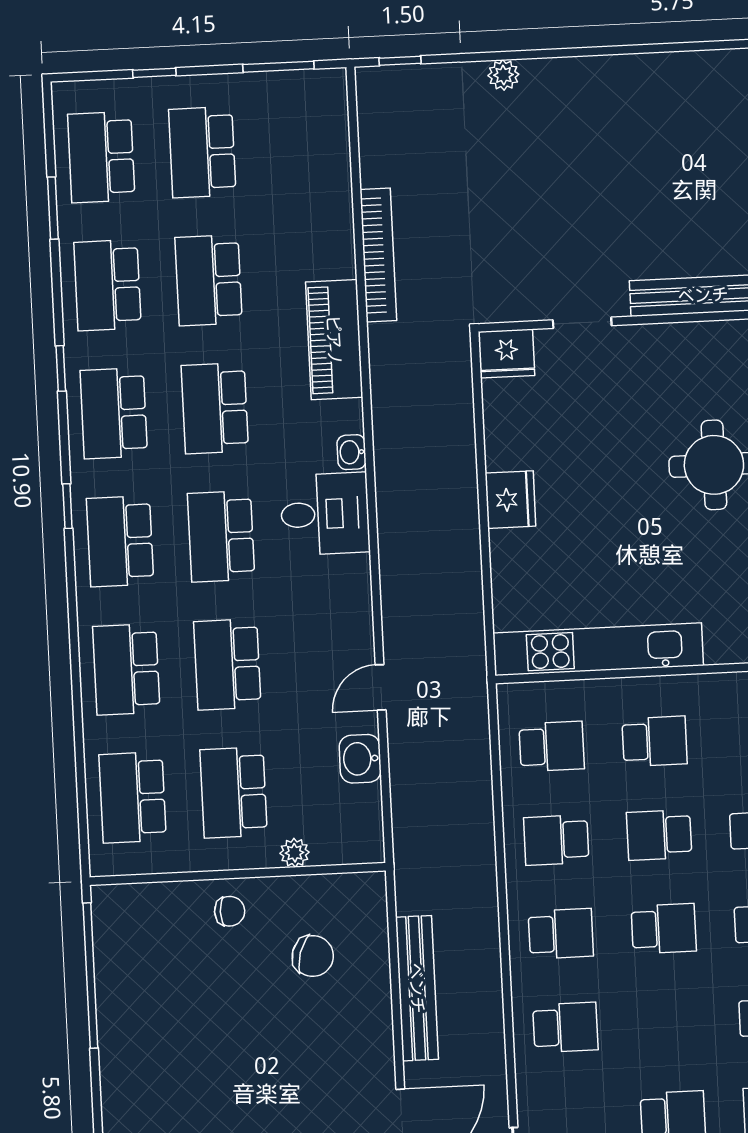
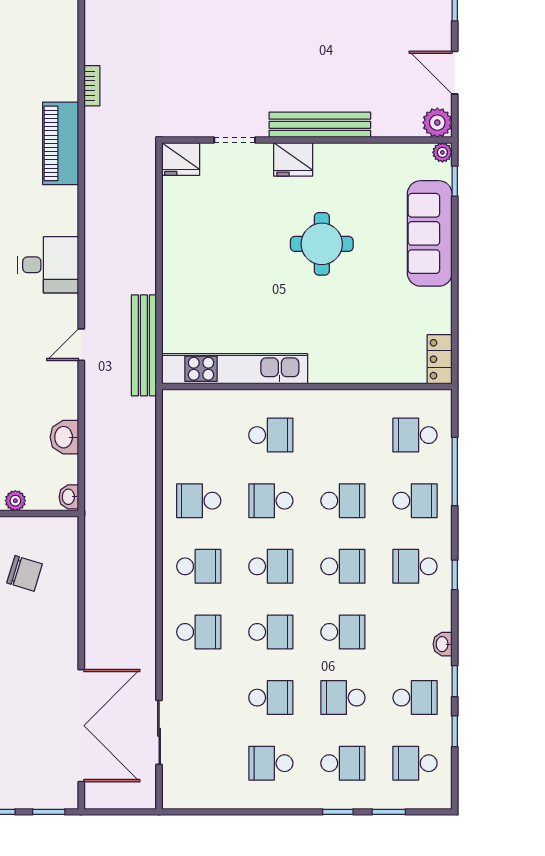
bookcase: (378, 255) -> (92, 86), width x0.43, depth x0.76
washbasin: (351, 452) -> (69, 497), moved
fridge: (510, 500) -> (293, 159), moved, turned 90
door: (381, 687) -> (81, 345), moved
school desk: (552, 746) -> (271, 632), moved
bench: (417, 988) -> (144, 345), moved

